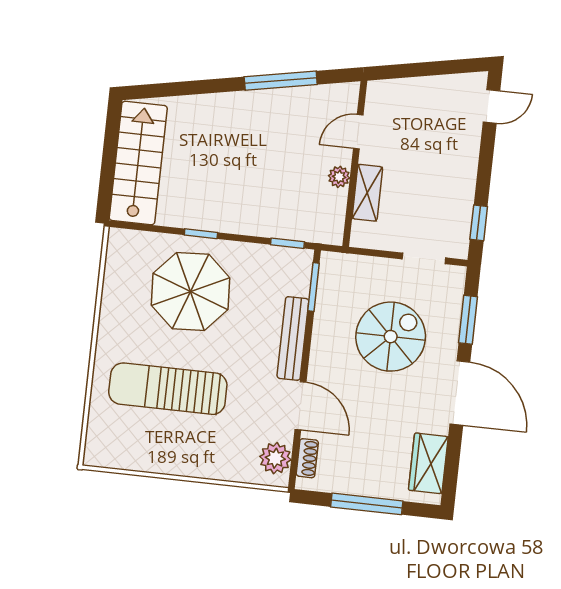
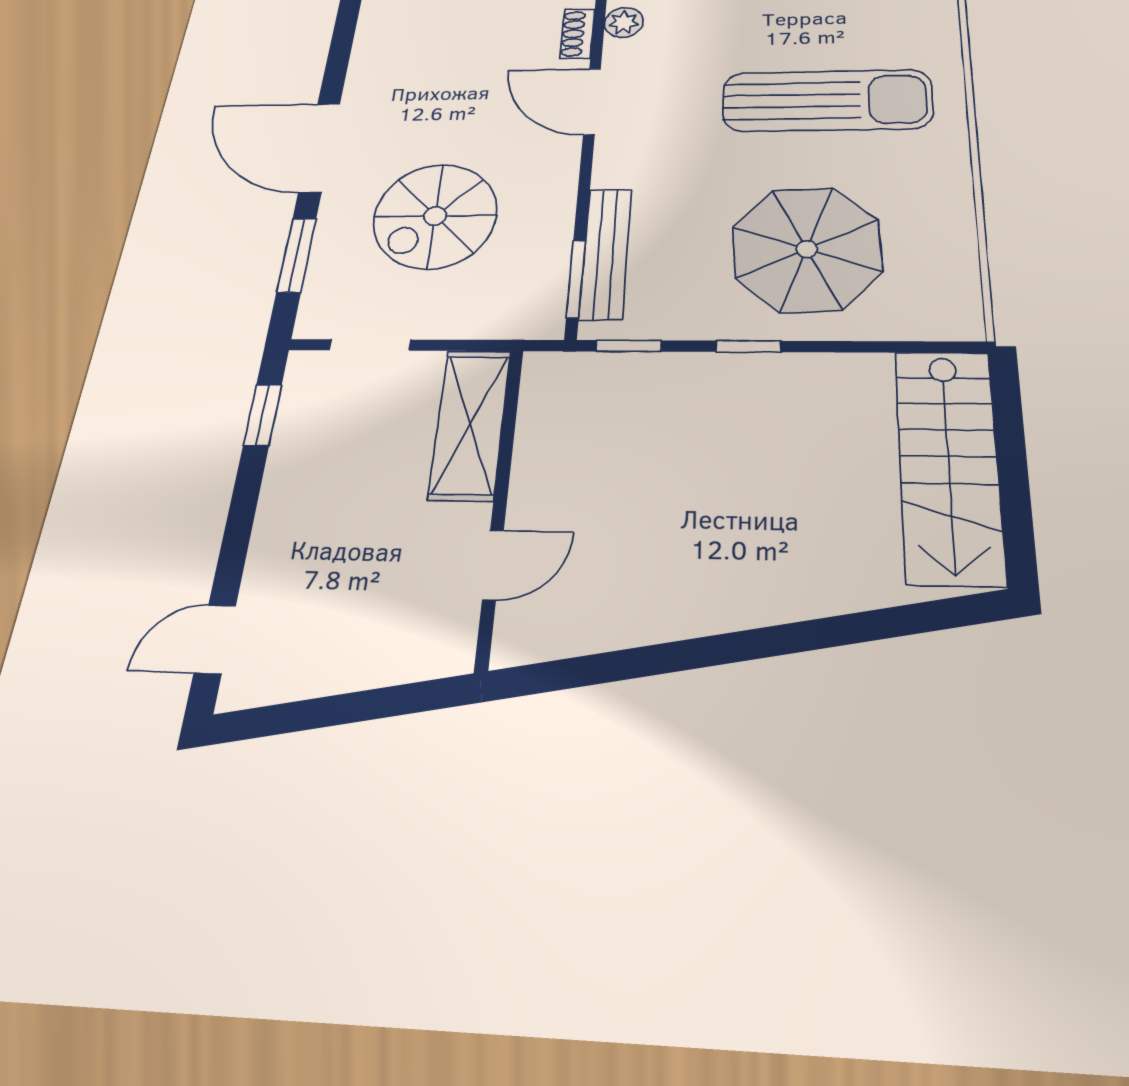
window: (281, 81) -> (662, 659), removed
plant: (339, 177) -> (531, 474), removed
shelving: (367, 193) -> (470, 424), width x1.50, depth x1.33
window: (201, 234) -> (748, 346), moved
bench: (293, 338) -> (606, 253), moved
plant: (275, 458) -> (624, 22), width x0.73, depth x0.73
wardrobe: (428, 463) -> (378, 49), removed

